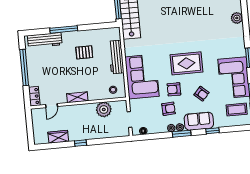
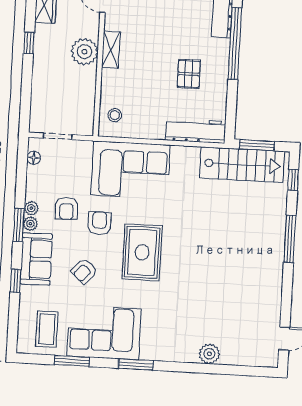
window: (64, 29) -> (235, 44), width x1.46
workbench: (116, 57) -> (196, 131), moved
plant: (104, 110) -> (84, 52), moved

